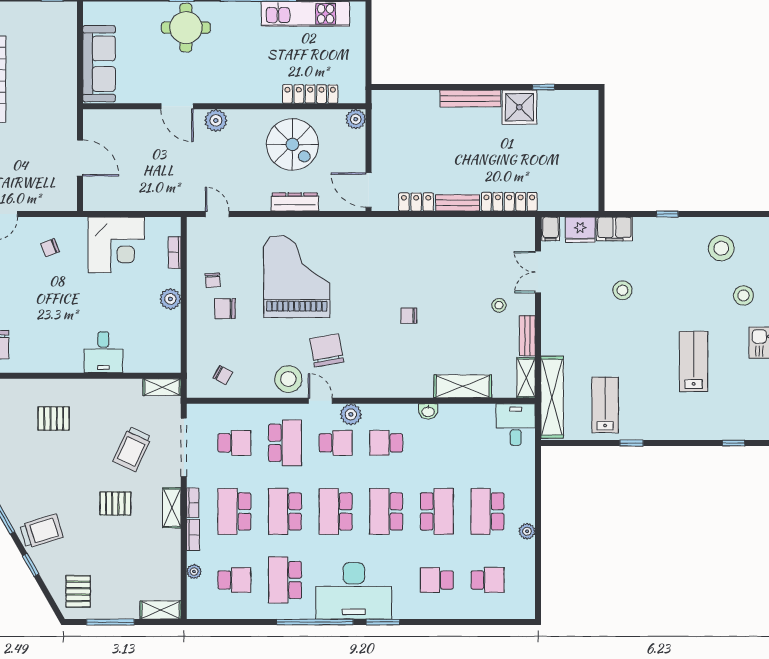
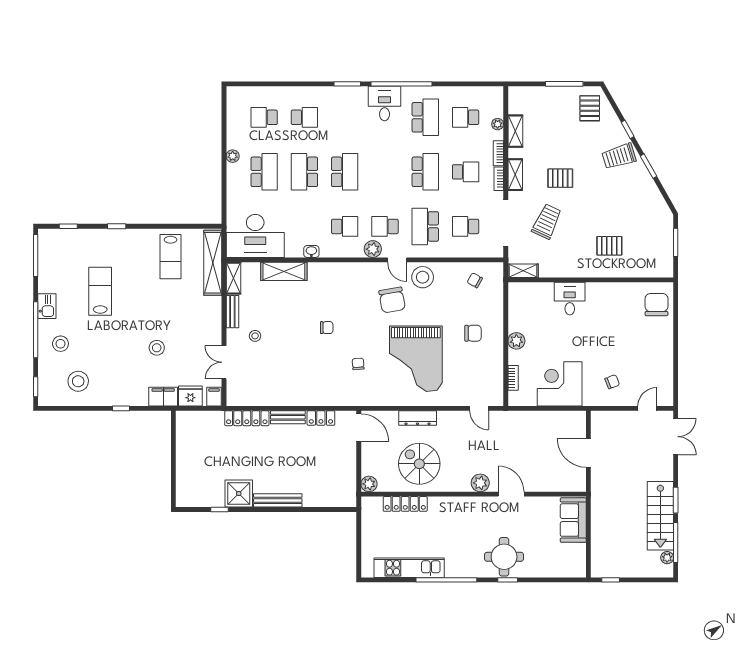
sofa: (99, 64) -> (573, 520), width x0.73
double door: (538, 272) -> (224, 362), swing flipped
chair: (213, 280) -> (358, 364), moved
lab bench: (694, 361) -> (100, 291), turned 180
desk: (516, 425) -> (255, 236), width x1.87, depth x1.30
window: (632, 443) -> (117, 226), moved
school desk: (234, 511) -> (466, 172), width x0.54
school desk: (336, 511) -> (385, 172), removed
desk: (354, 591) -> (385, 103), width x0.53, depth x0.77
shelving: (161, 610) -> (515, 131), moved, turned 90

